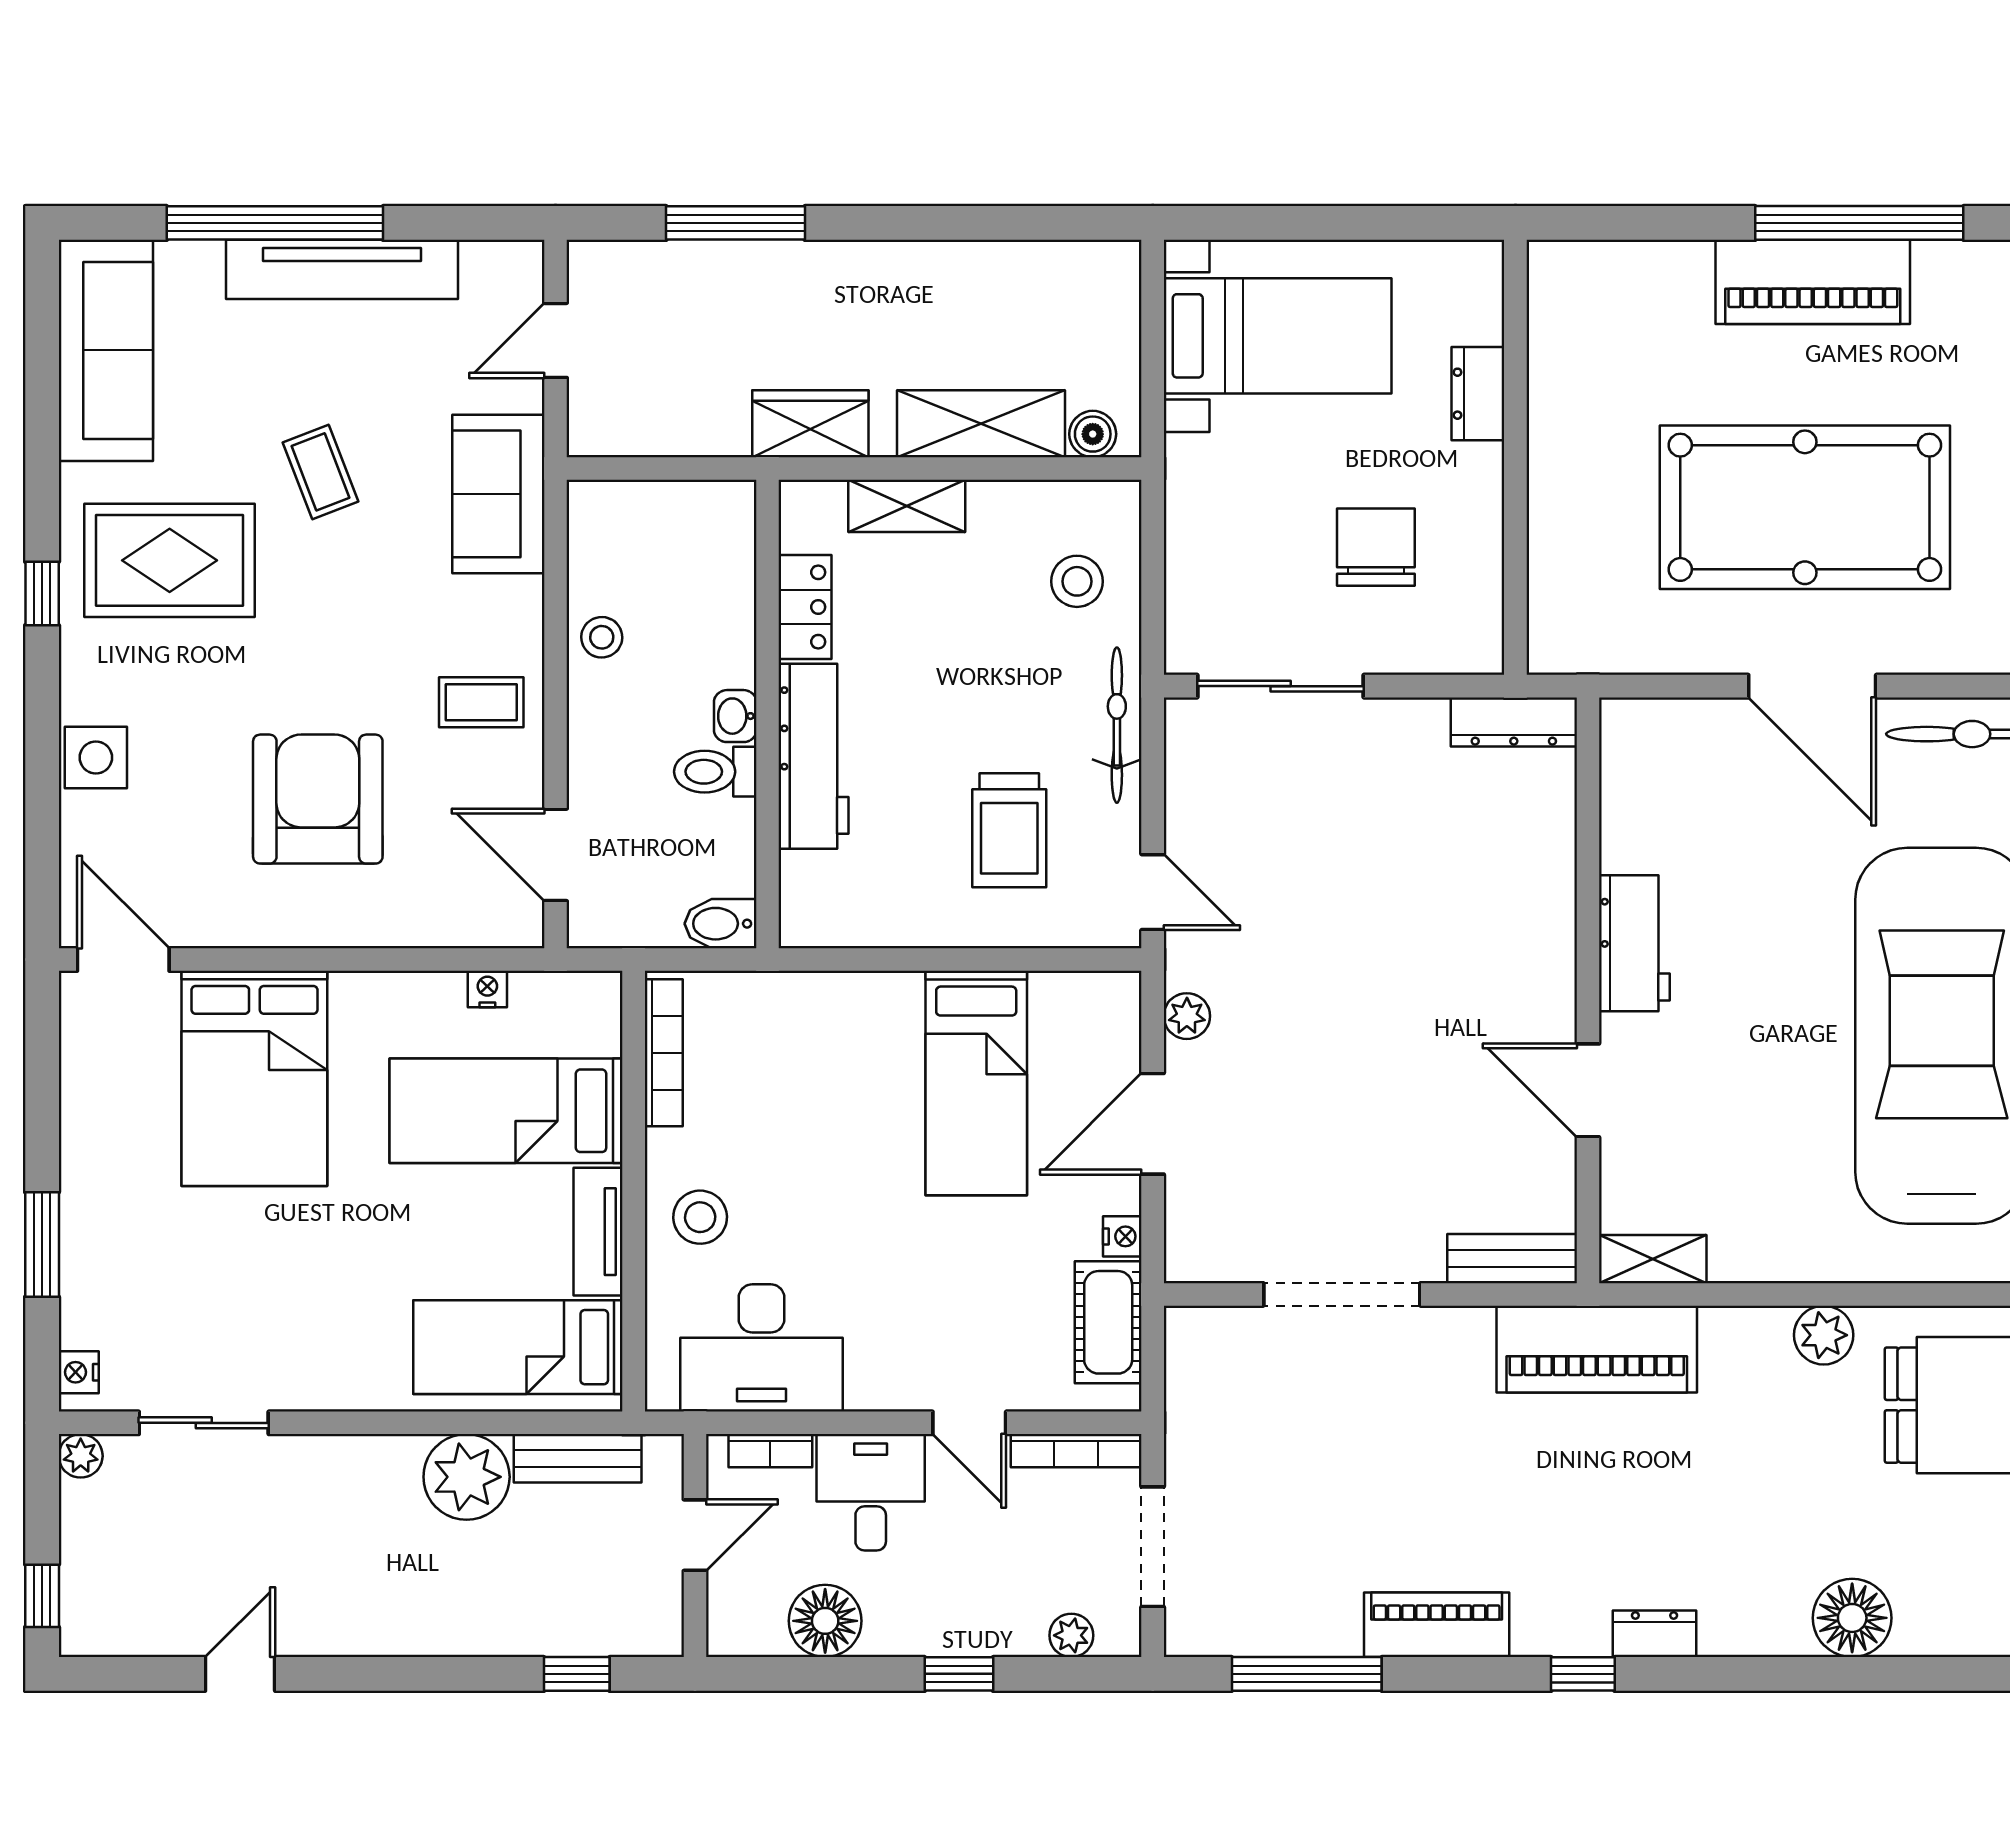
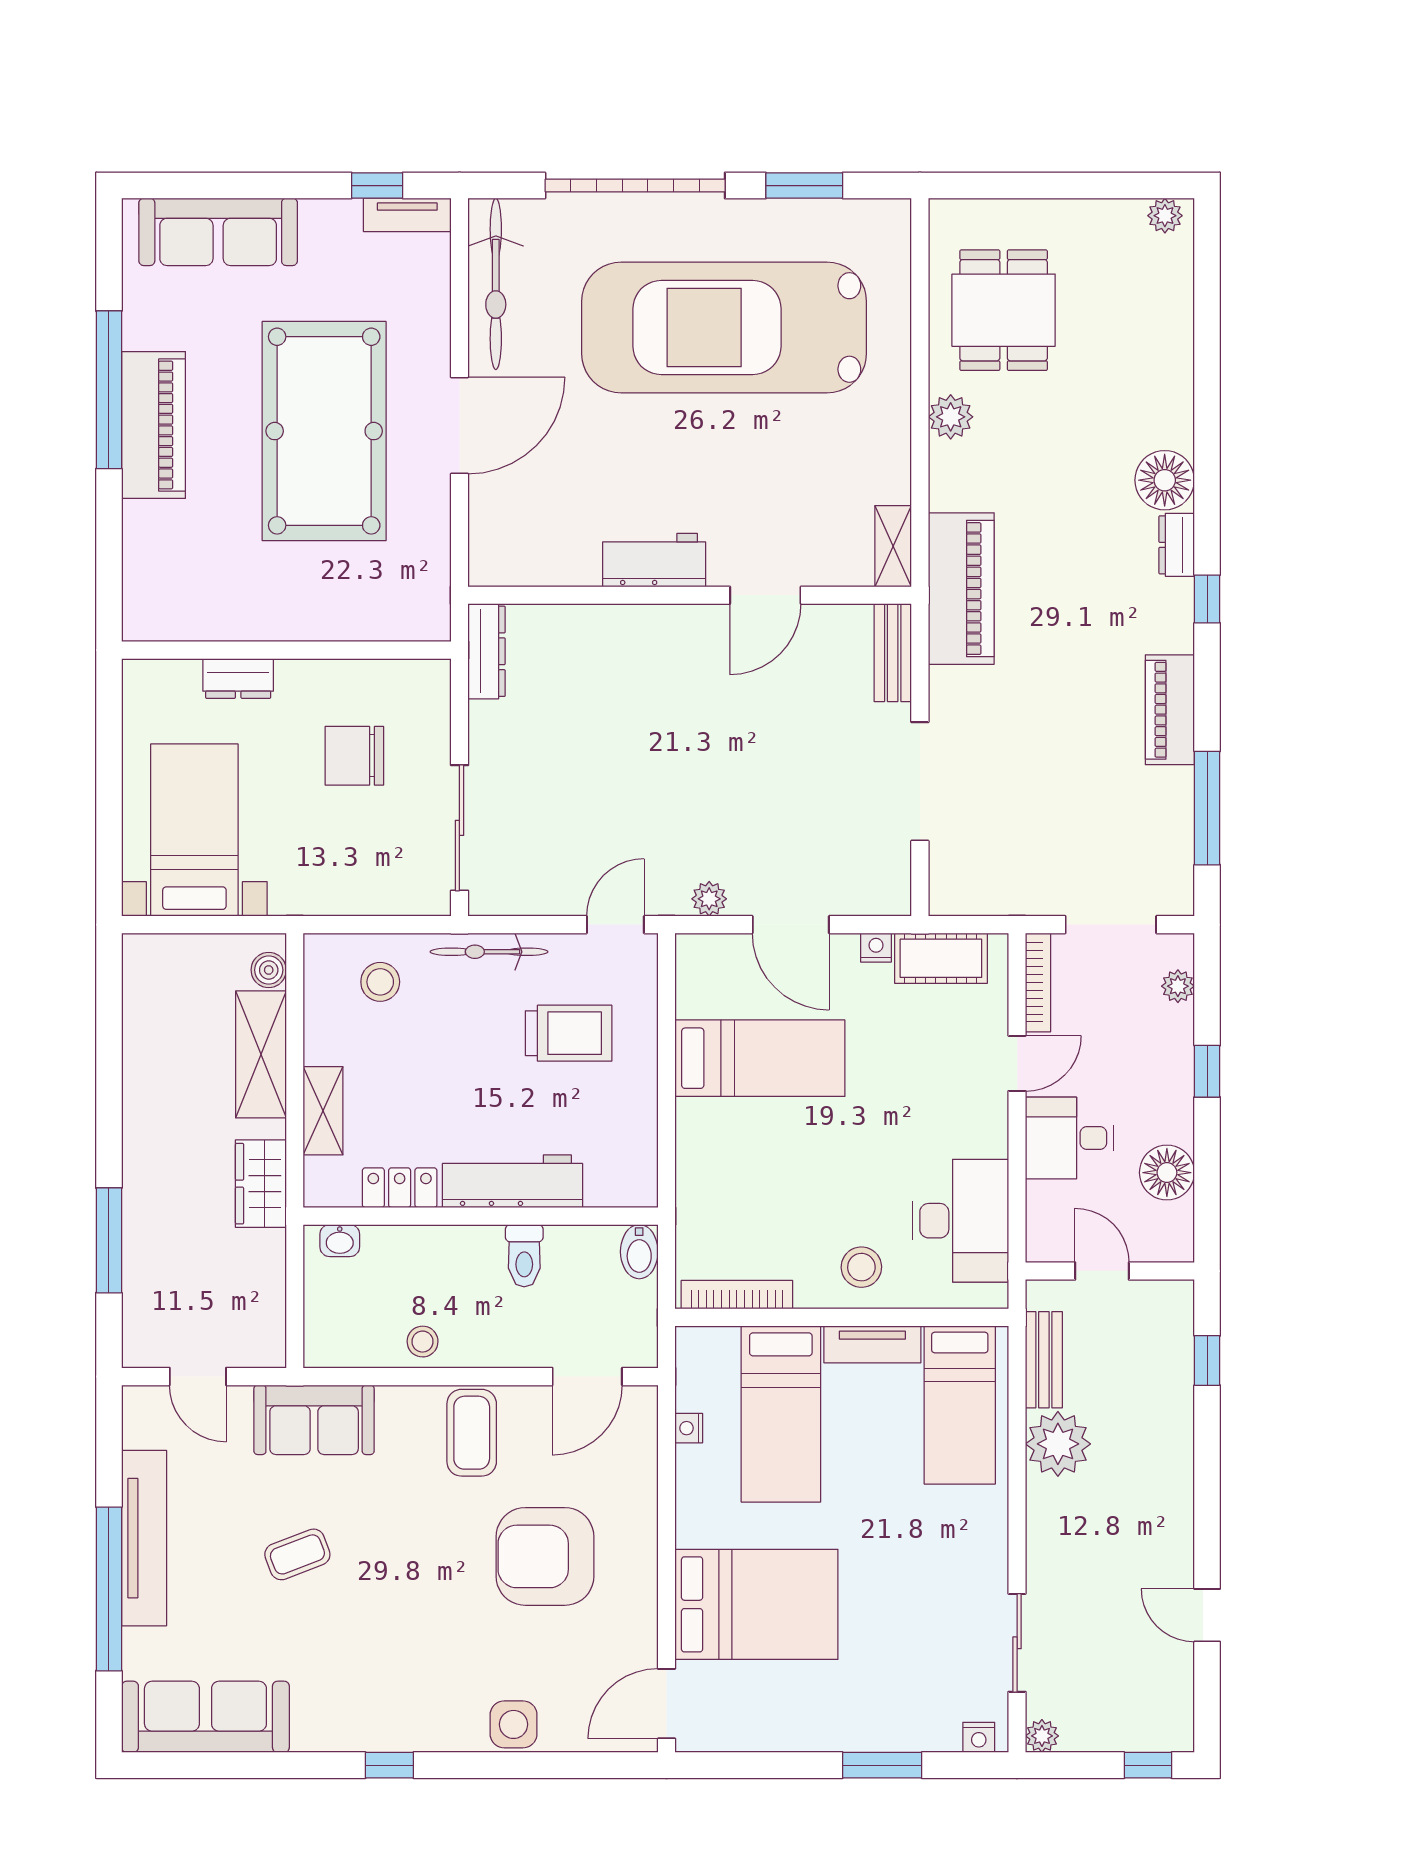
rug: (170, 560) -> (364, 1669), removed
coffee table: (481, 702) -> (472, 1433), width x1.36, depth x1.30
washbasin: (735, 716) -> (340, 1241), moved
bookcase: (770, 1451) -> (1038, 1214), removed
floor lamp: (1852, 1618) -> (1165, 480), moved

